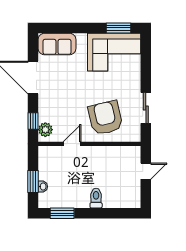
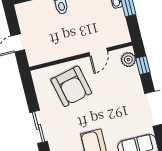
sliding door: (146, 108) -> (39, 127), moved

